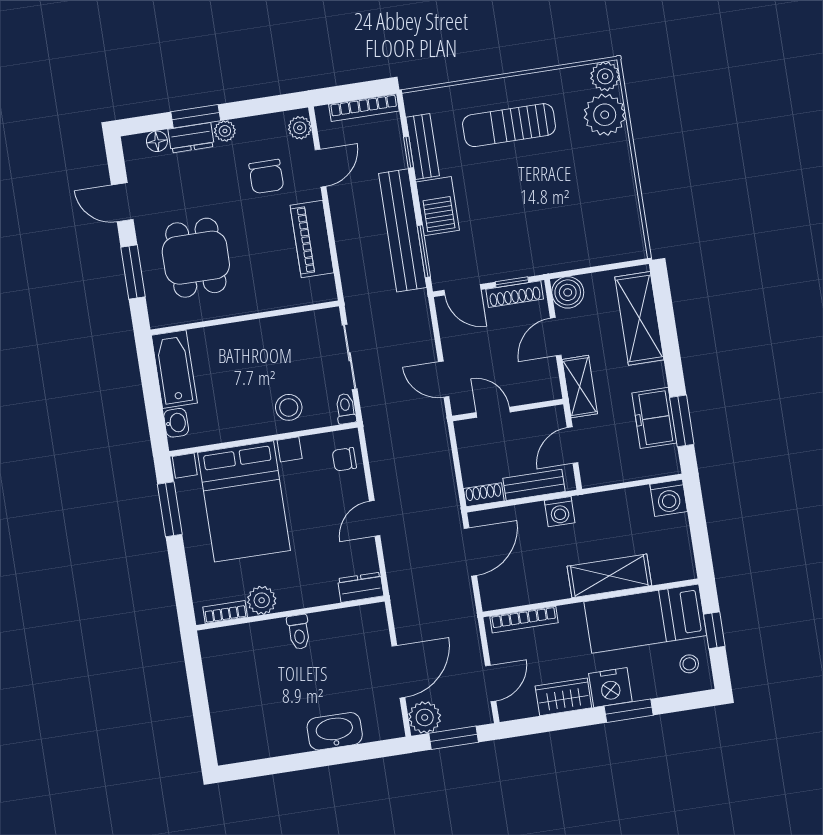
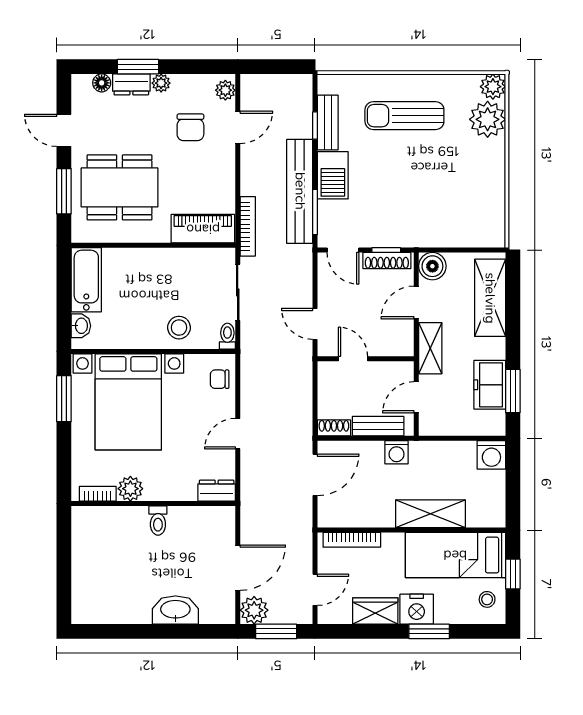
bookcase: (364, 108) -> (248, 226), moved, turned -90
piano: (312, 239) -> (203, 229), moved, turned 90
dining table: (196, 258) -> (120, 187), width x1.38

